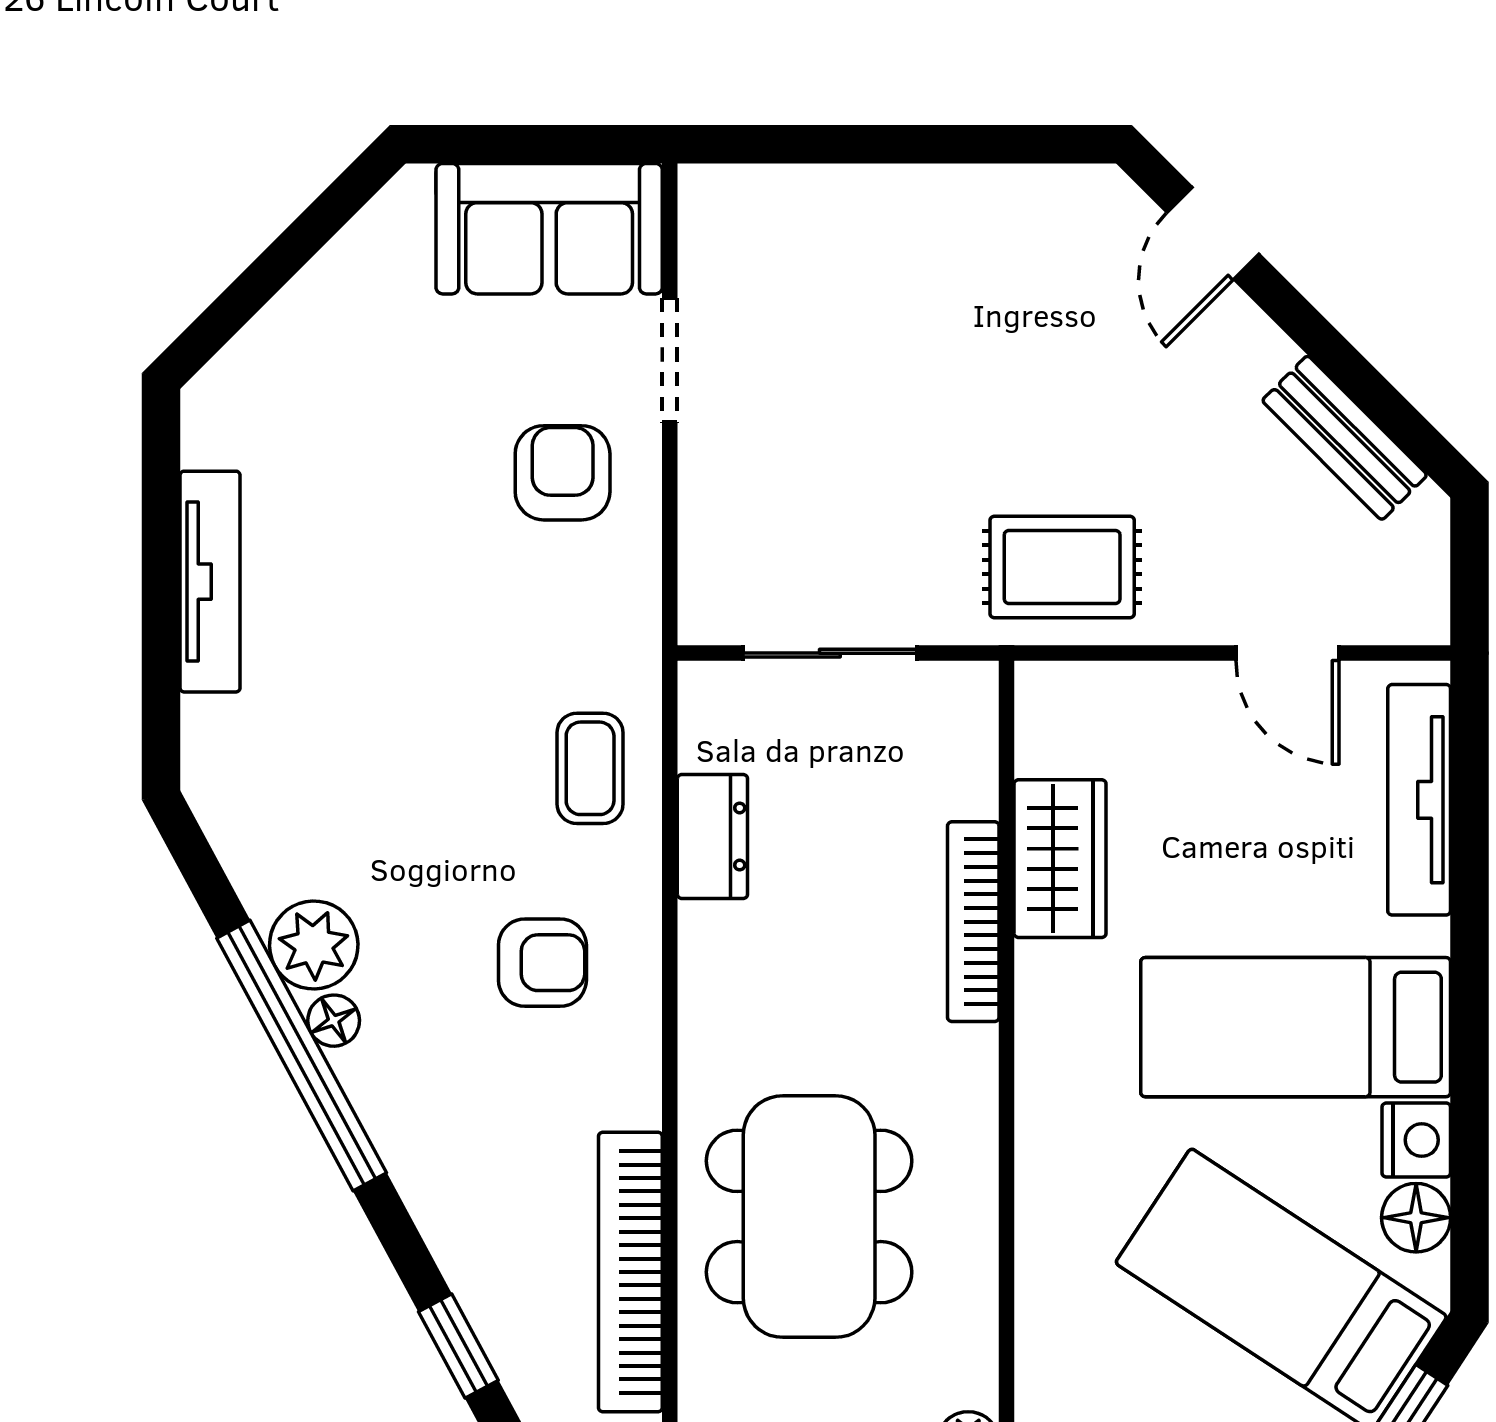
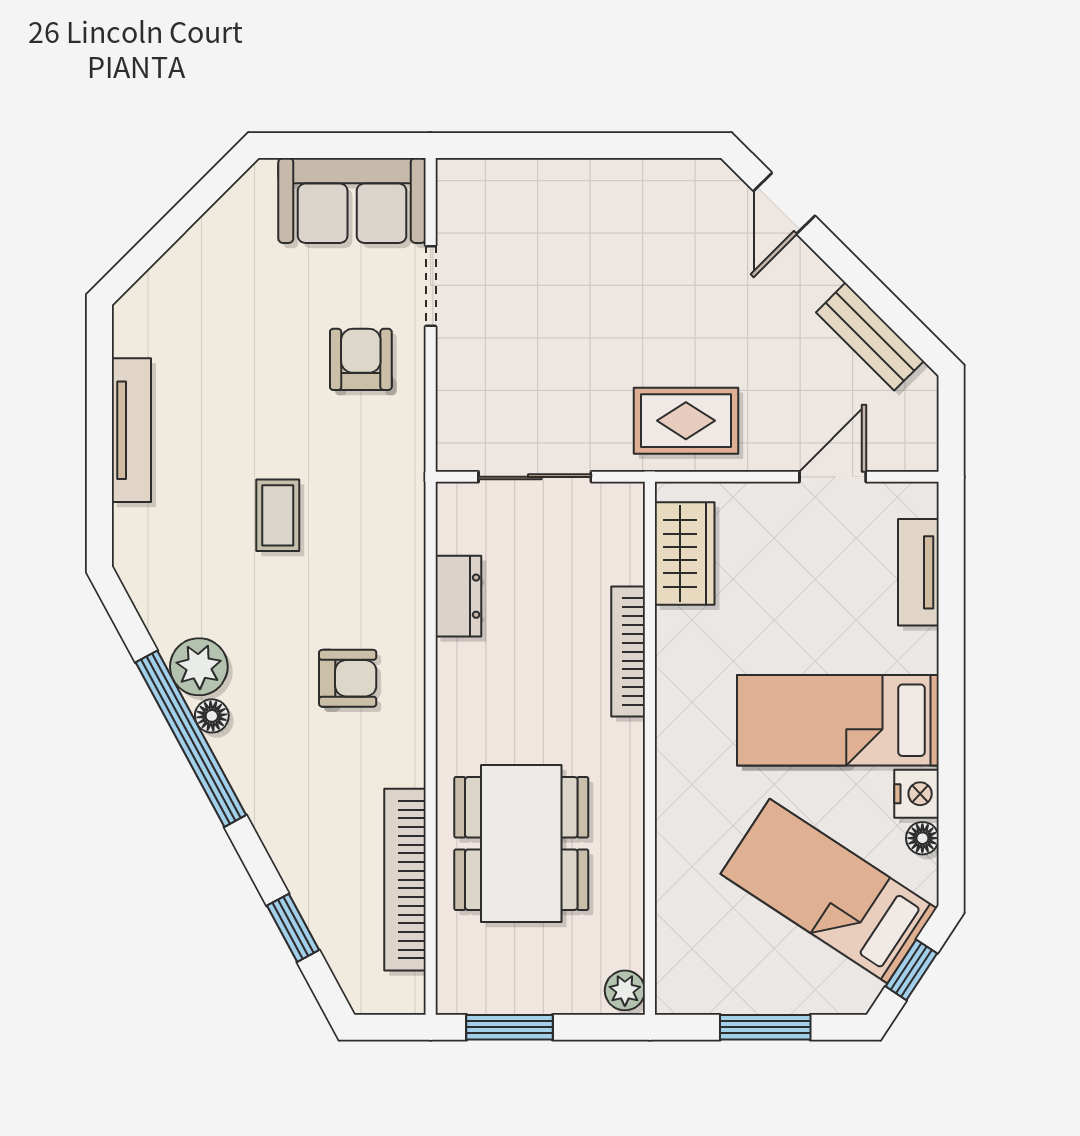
door: (1287, 653) -> (833, 477), swing flipped
coffee table: (590, 768) -> (278, 515), moved
tv unit: (1419, 800) -> (918, 572), width x0.71
wardrobe: (1060, 859) -> (685, 553), moved
floor lamp: (1416, 1218) -> (922, 838), width x0.73, depth x0.73

